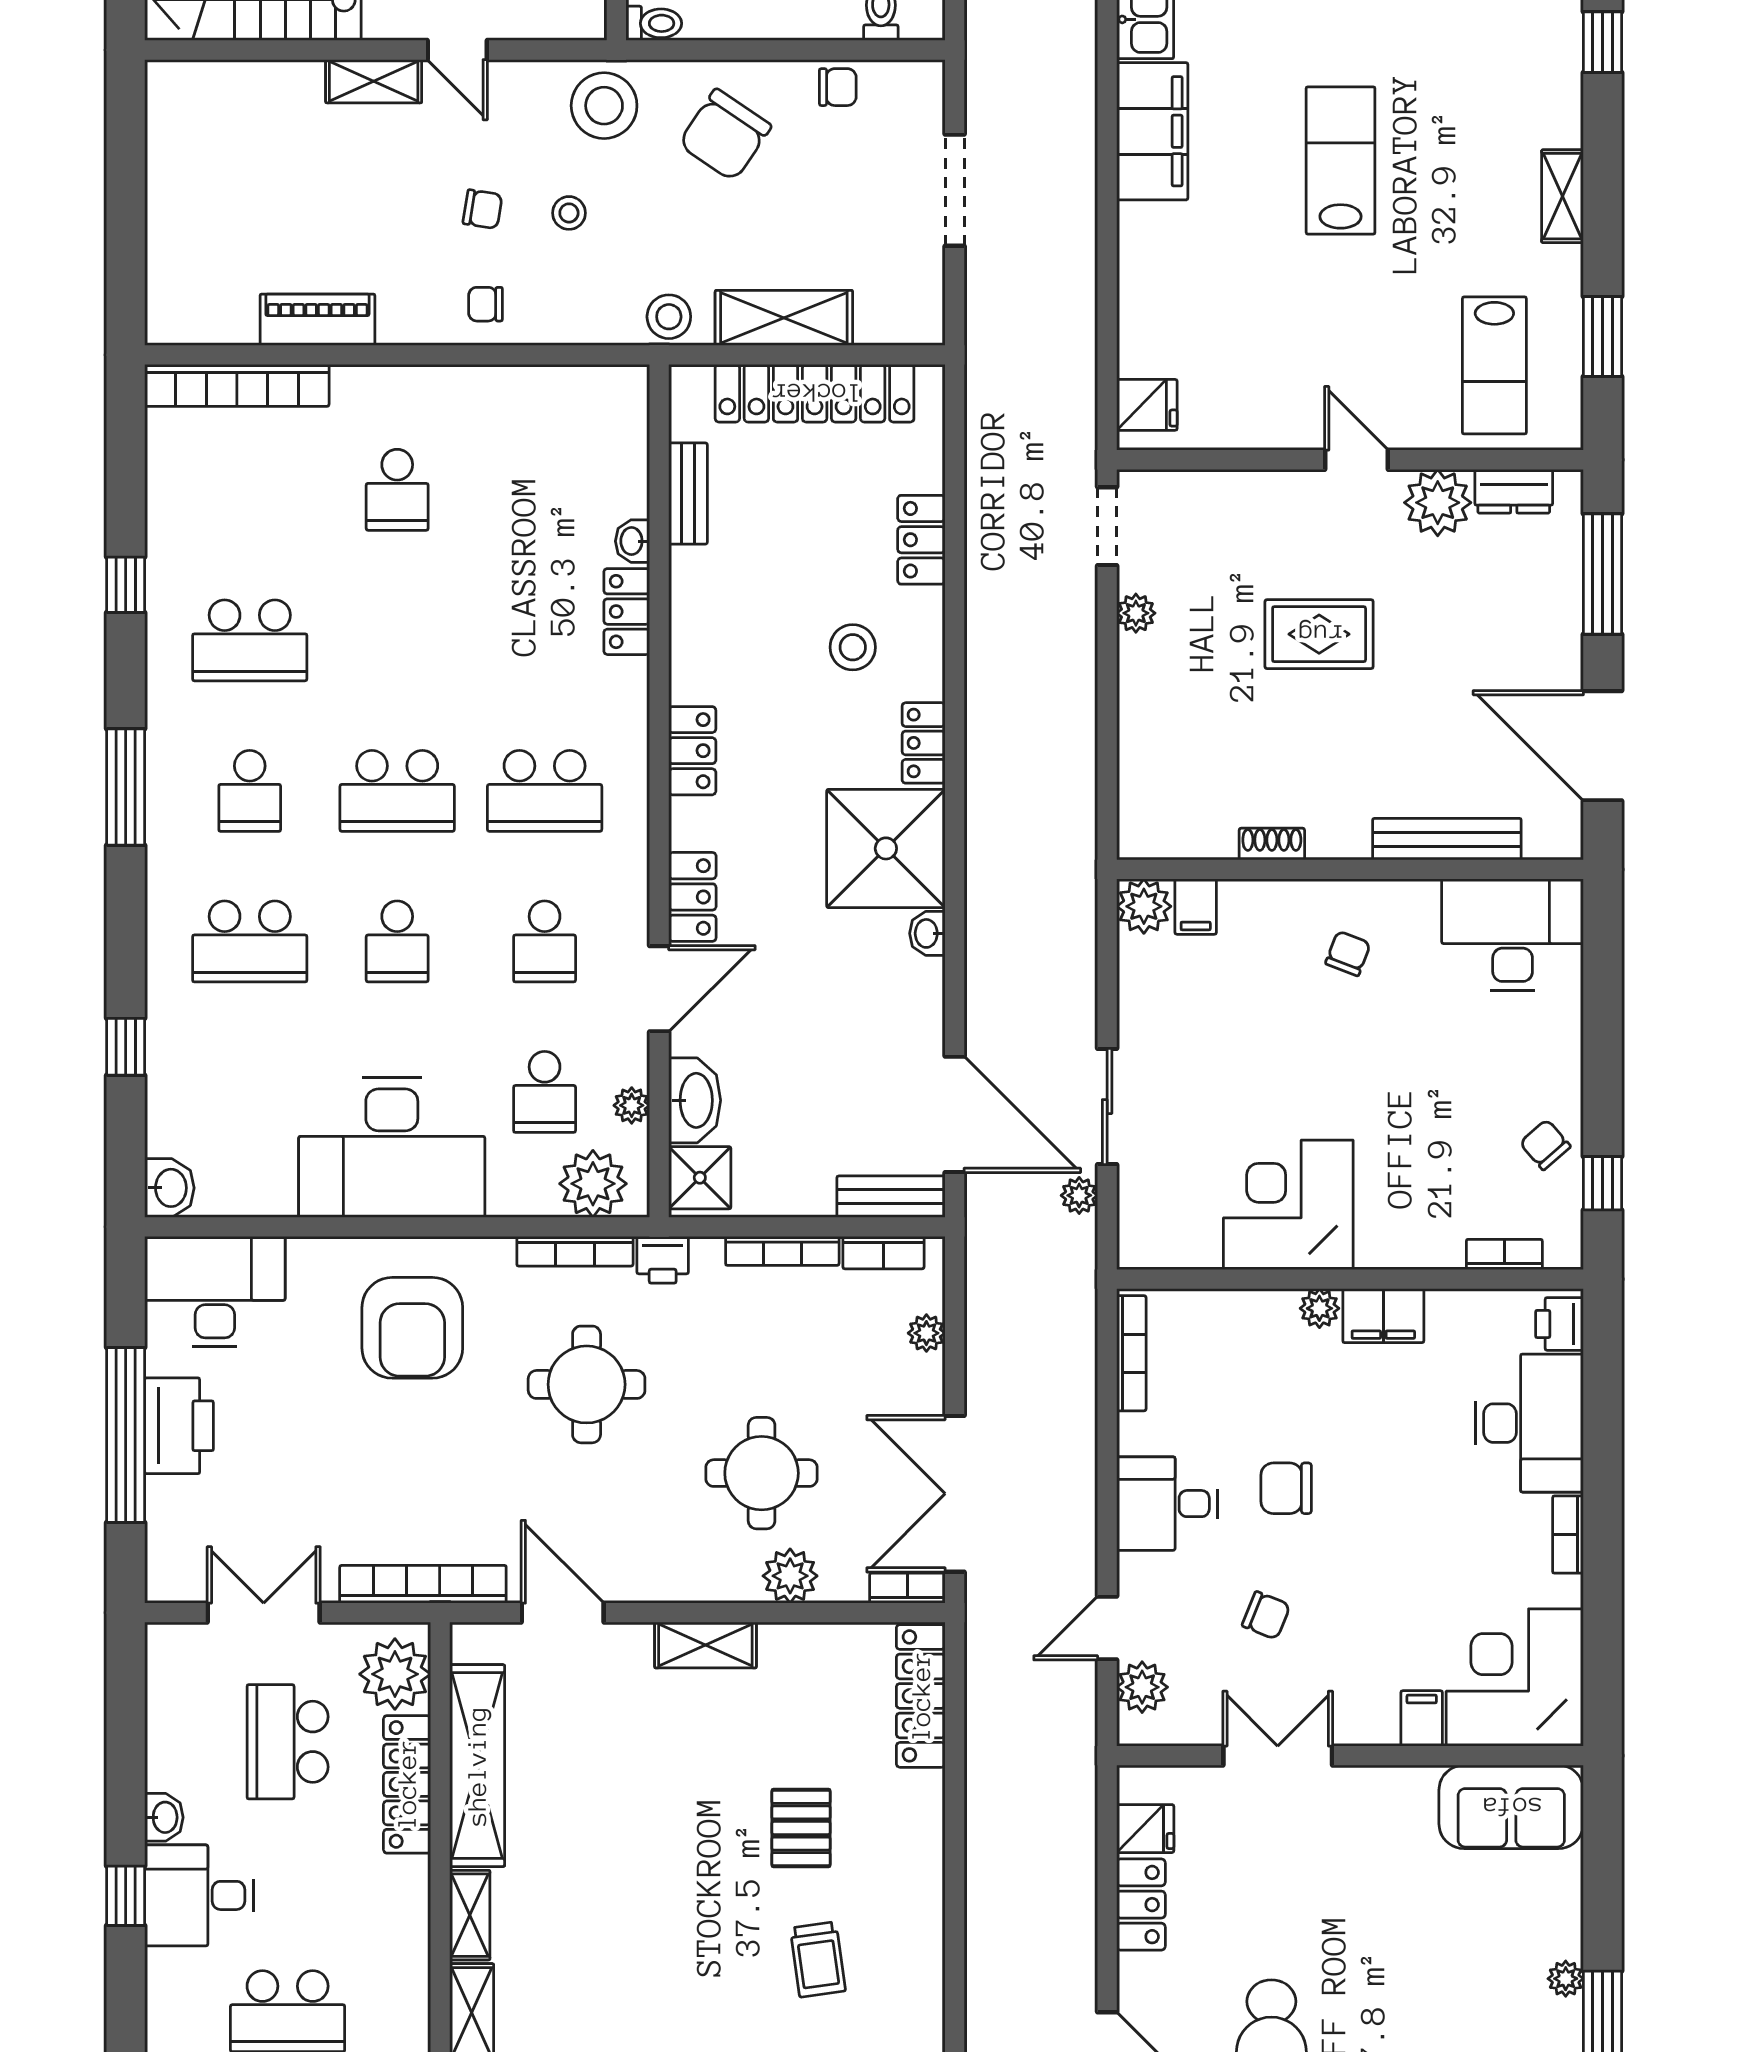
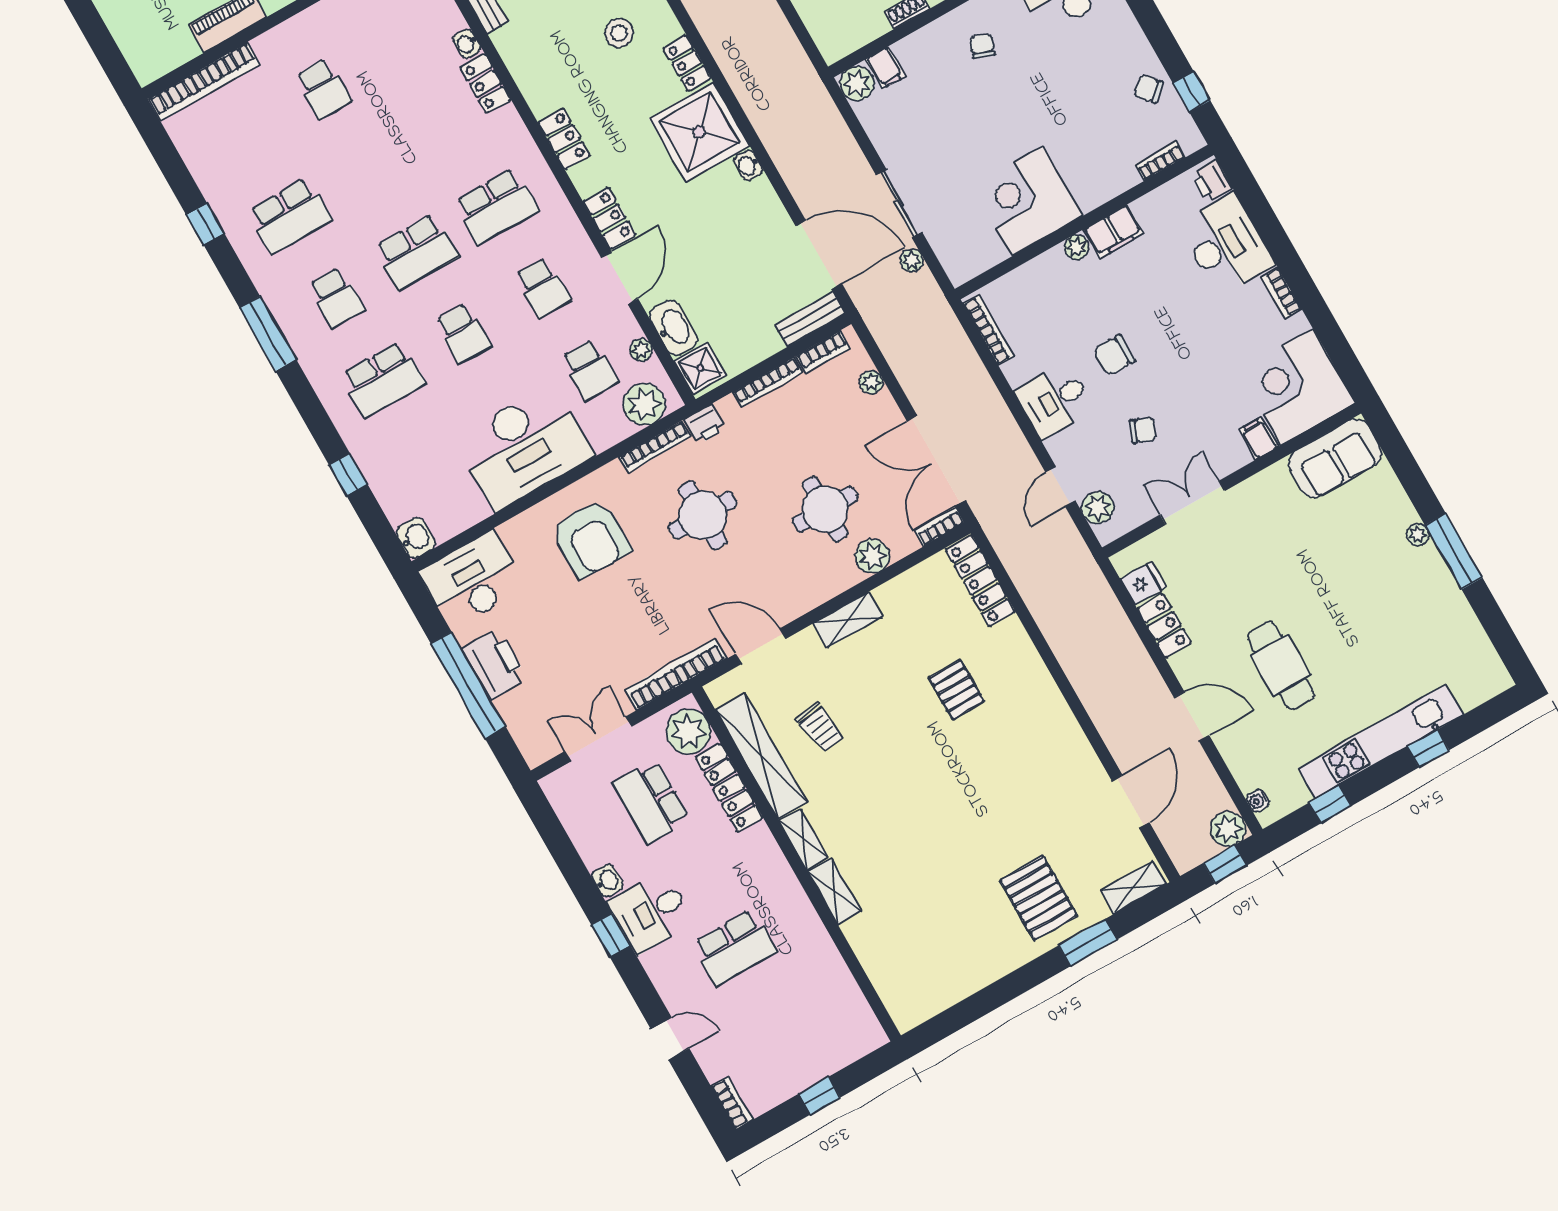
trolley: (818, 1959) -> (820, 727), moved

